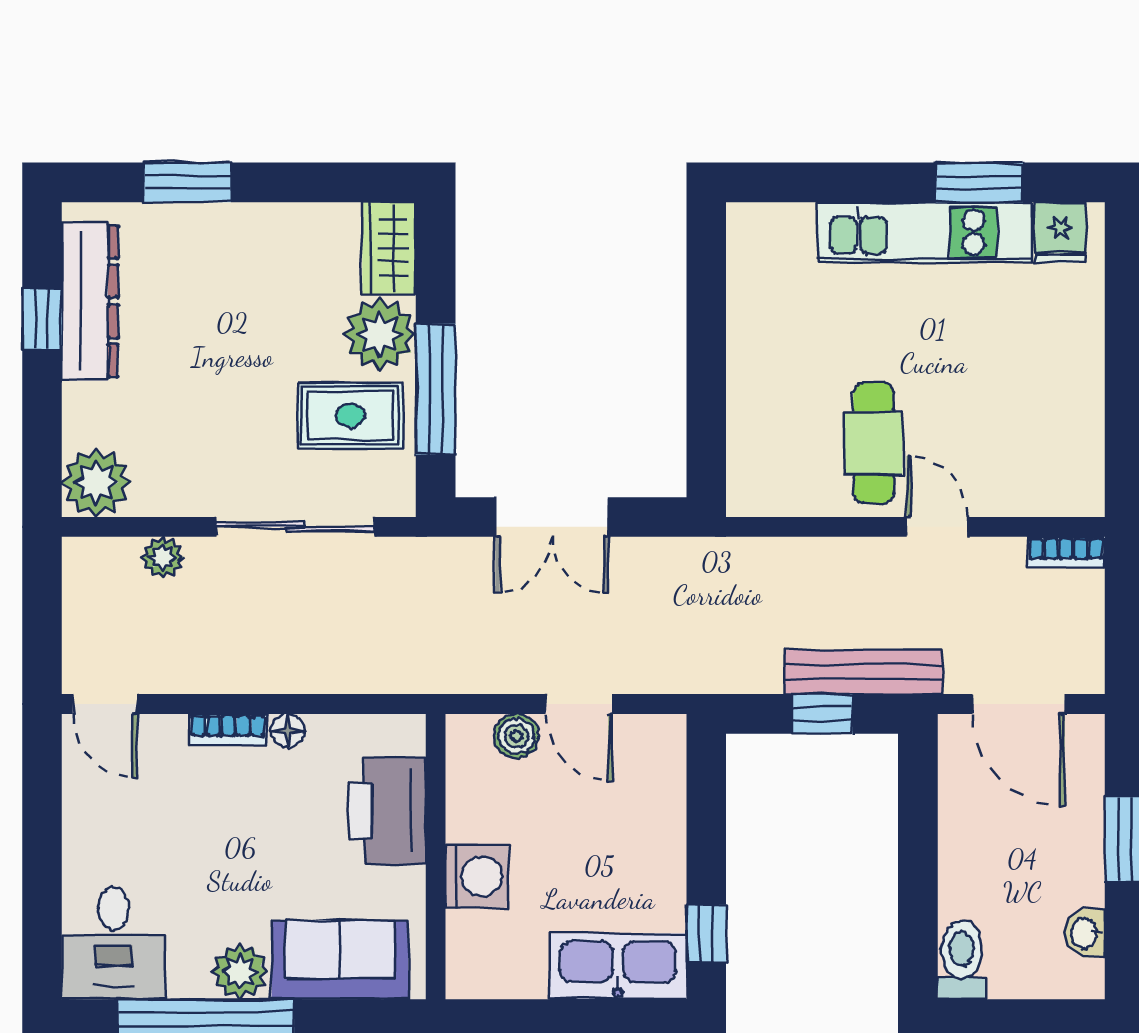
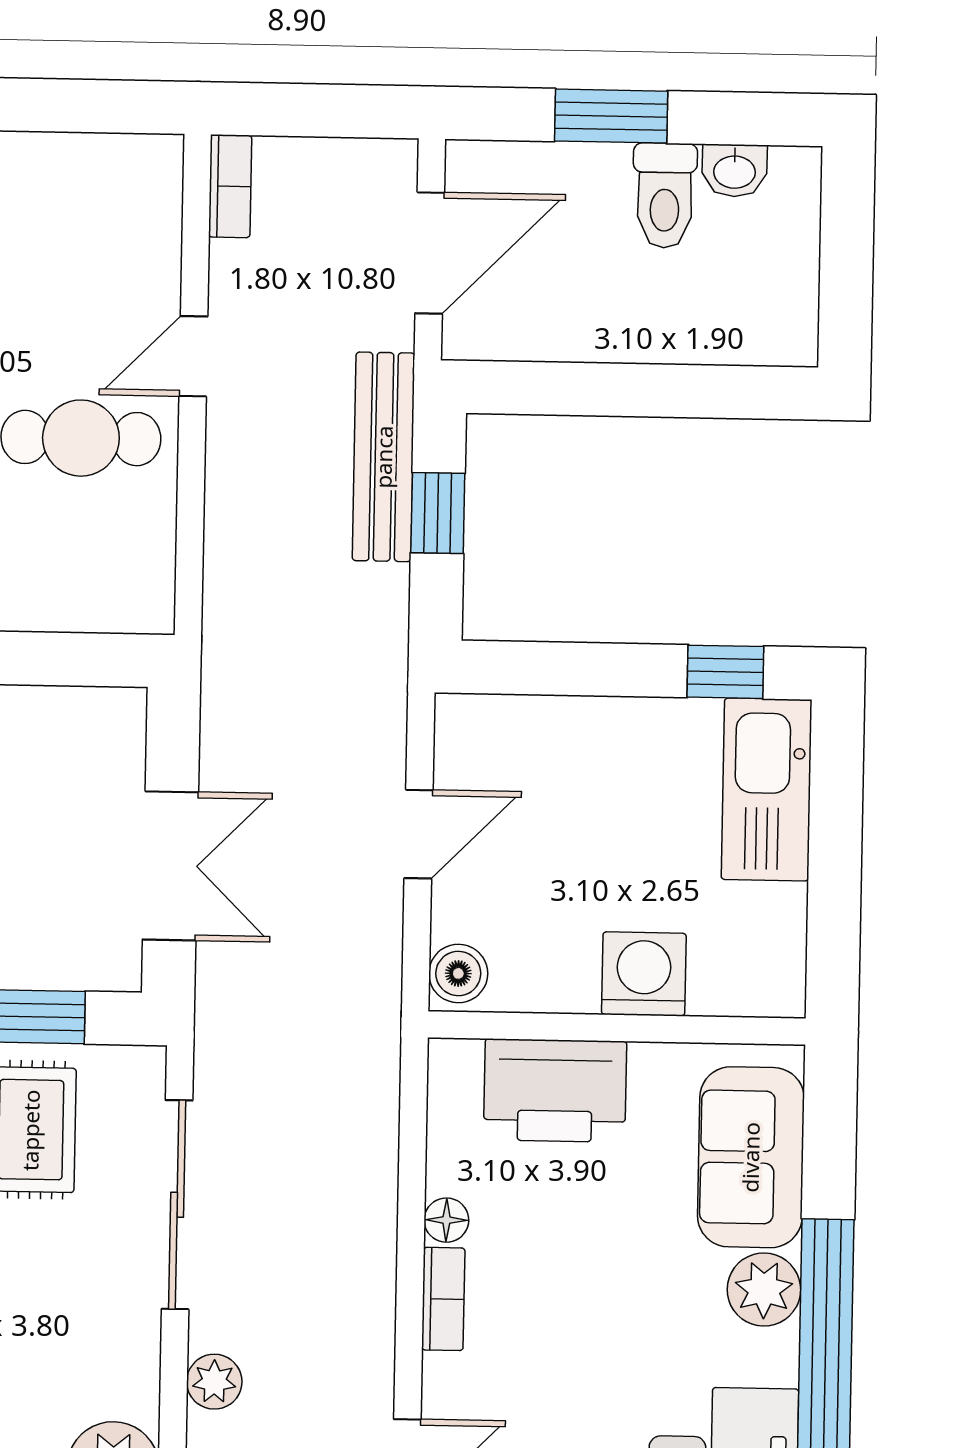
boiler: (516, 736) -> (458, 973), moved
toilet: (962, 960) -> (665, 196), moved, turned -90

